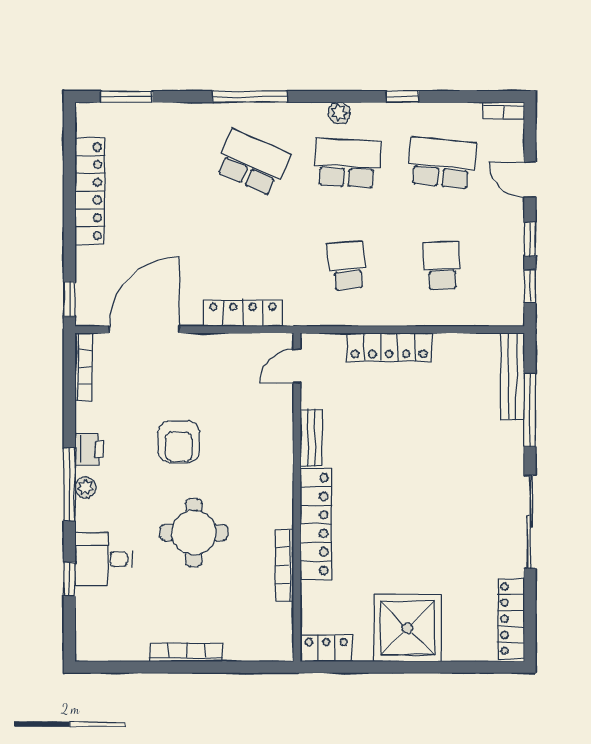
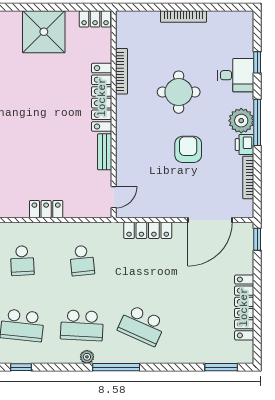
window: (250, 97) -> (116, 367), moved
window: (402, 97) -> (21, 367), moved
locker: (389, 347) -> (46, 209), width x0.66
bookcase: (84, 367) -> (248, 177), moved
plant: (85, 487) -> (241, 121), width x1.88, depth x1.88

